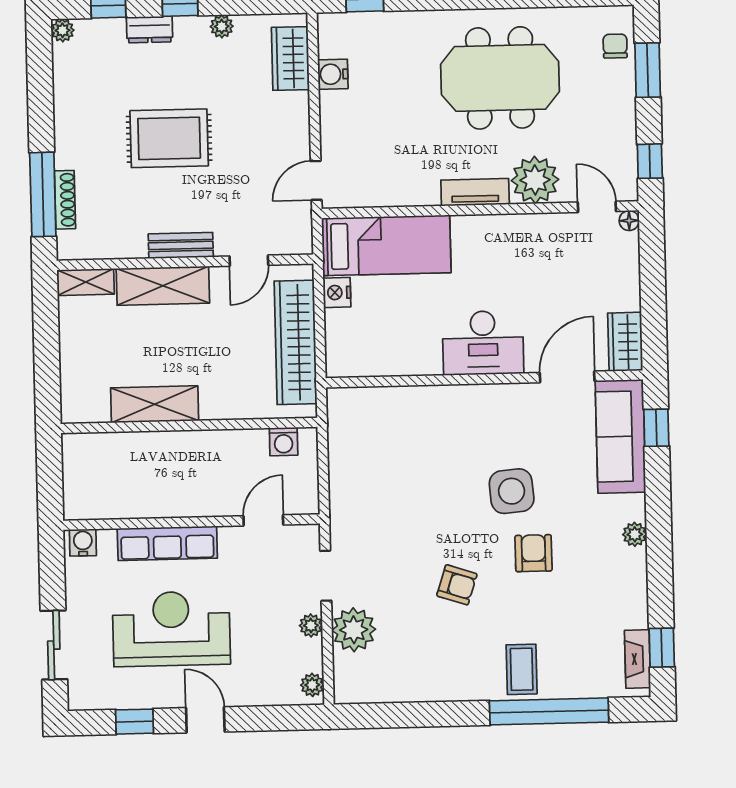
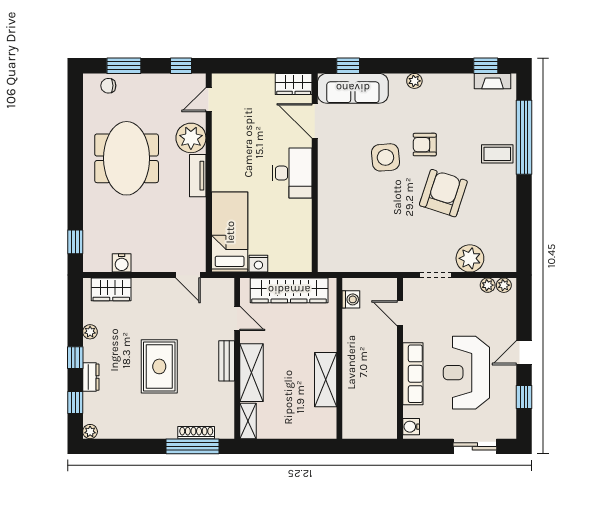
floor lamp: (629, 221) -> (218, 80), removed
armchair: (457, 585) -> (443, 193), width x1.88, depth x1.88
plant: (311, 625) -> (488, 285), moved

